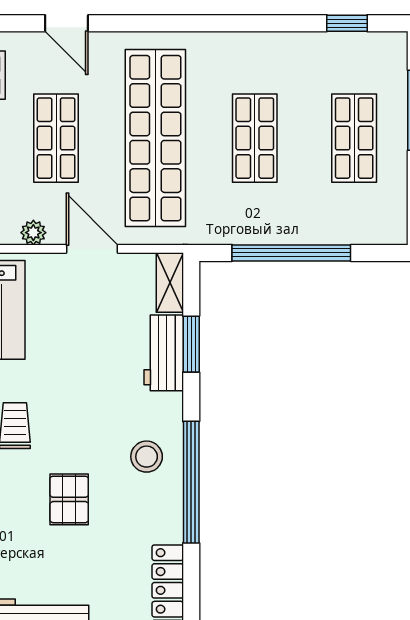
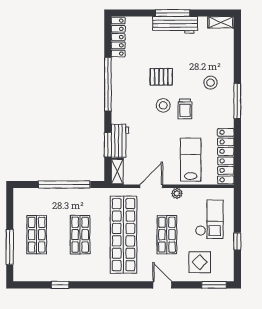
window: (347, 23) -> (60, 285), moved
door: (92, 249) -> (151, 186), swing flipped
stool: (147, 457) -> (163, 105), moved
pallet: (69, 499) -> (161, 77), turned 90

